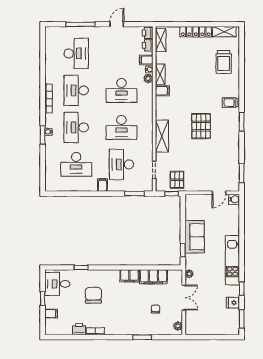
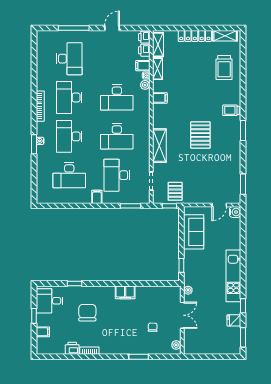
shelving: (160, 74) -> (158, 69), moved
sofa: (195, 237) -> (194, 232), moved
filing cabinet: (153, 277) -> (150, 293), removed

